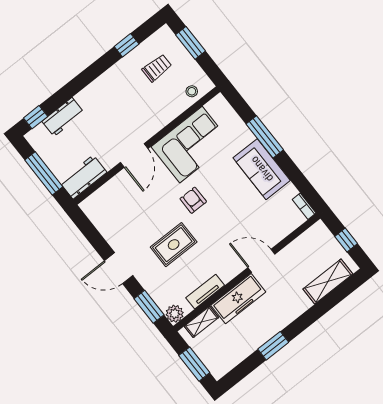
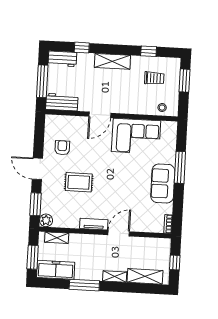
shelving: (98, 89) -> (112, 61), added
window: (36, 117) -> (82, 48), moved
workbench: (63, 117) -> (62, 59), moved
armchair: (193, 200) -> (62, 148), moved
door: (261, 261) -> (119, 233), hinge flipped
tv unit: (205, 292) -> (94, 224), moved
freezer: (238, 299) -> (56, 270), moved, turned 180
shelving: (297, 309) -> (115, 276), added
window: (273, 346) -> (84, 285), width x1.44

